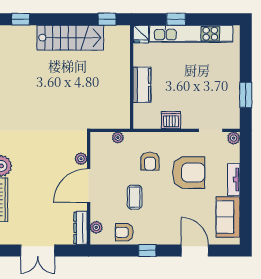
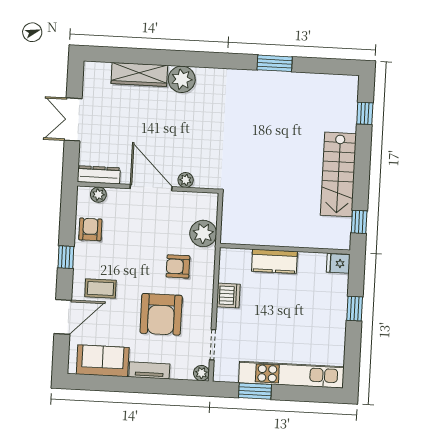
kitchen unit: (191, 34) -> (291, 375), moved, turned 90
plant: (118, 138) -> (203, 233), width x1.87, depth x1.87
coffee table: (135, 197) -> (100, 288), moved

